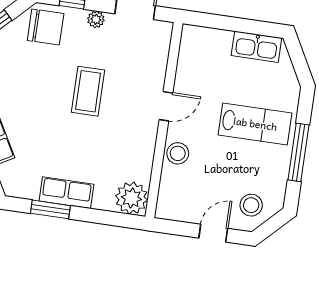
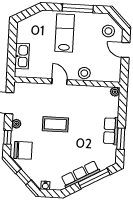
chair: (46, 27) -> (23, 150), turned 90
kitchen sink: (256, 47) -> (22, 56), moved
plant: (132, 198) -> (115, 92), width x0.53, depth x0.53

